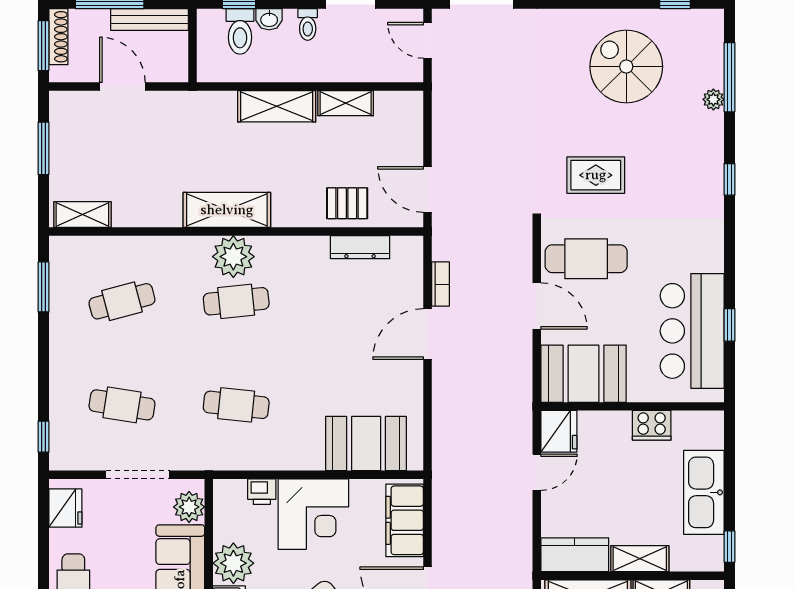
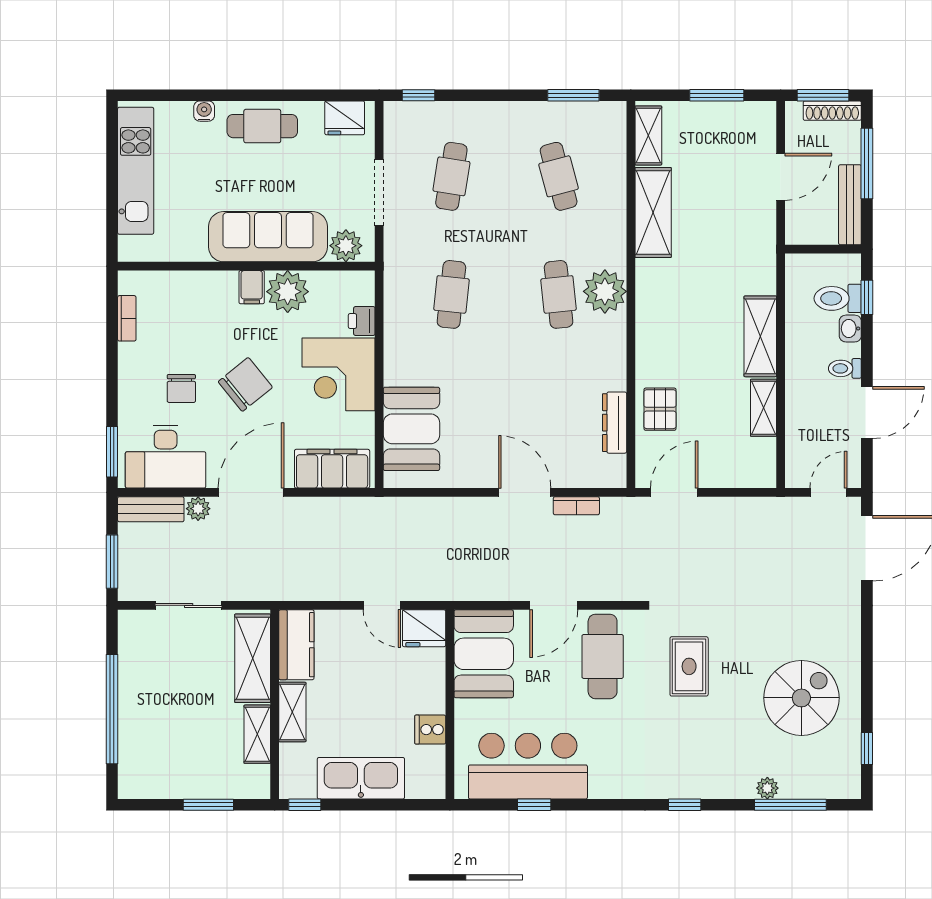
shelving: (227, 210) -> (653, 212), moved
cooker: (652, 425) -> (430, 730), width x0.73

